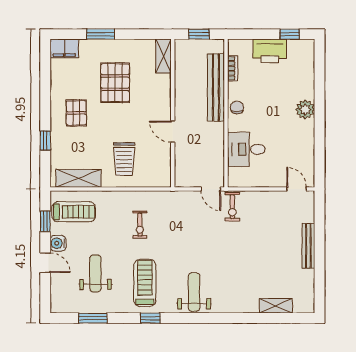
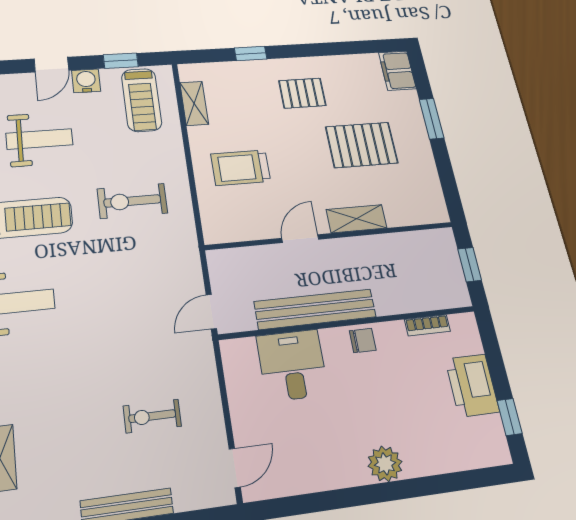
shelving: (163, 56) -> (357, 219), moved
bench: (216, 87) -> (315, 309), moved
shelving: (78, 178) -> (194, 103), width x0.67, depth x0.75
exercise bike: (232, 207) -> (152, 416), moved
exercise bike: (140, 225) -> (132, 201), width x1.38, depth x1.39

